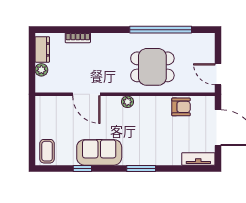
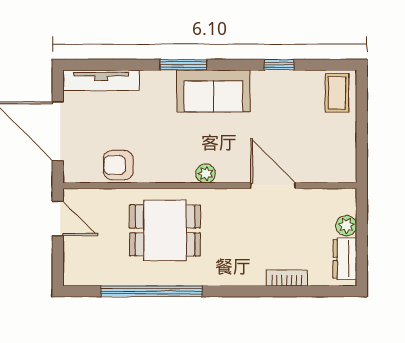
sofa: (99, 152) -> (213, 91), moved
tv unit: (198, 159) -> (101, 80), width x1.41

